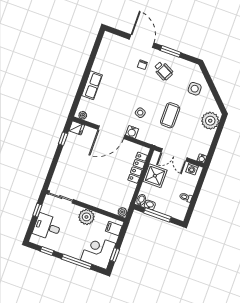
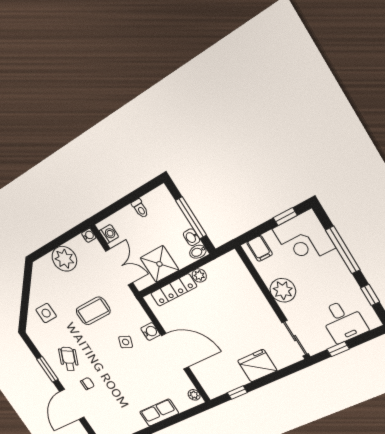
plant: (210, 121) -> (64, 259), moved
fridge: (77, 128) -> (257, 366), moved, width x1.88, depth x1.34
plant: (122, 212) -> (199, 275), moved

